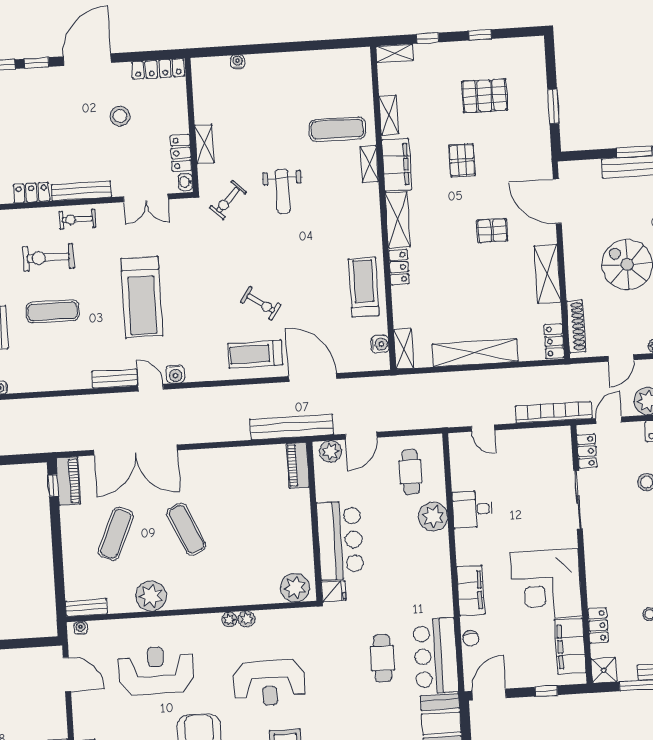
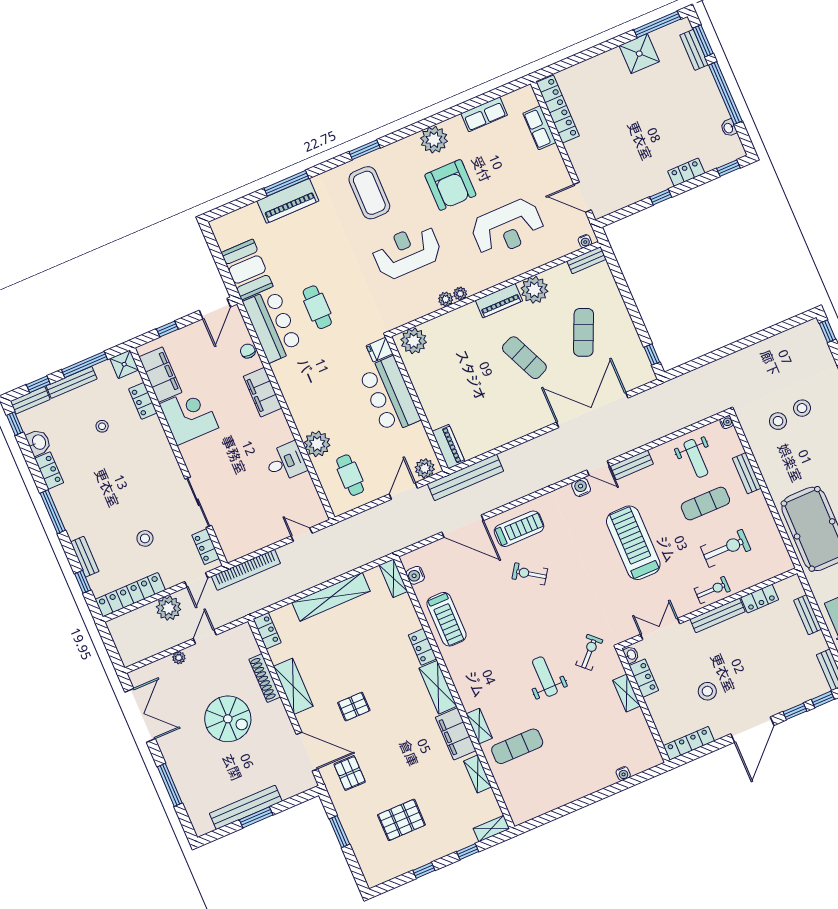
pallet: (462, 160) -> (350, 773), moved
shoe rack: (576, 326) -> (265, 678), moved
weight bench: (46, 362) -> (696, 458), added
piano: (68, 481) -> (499, 301), moved, turned -90
corner desk: (546, 584) -> (189, 416), width x0.74, depth x0.74

